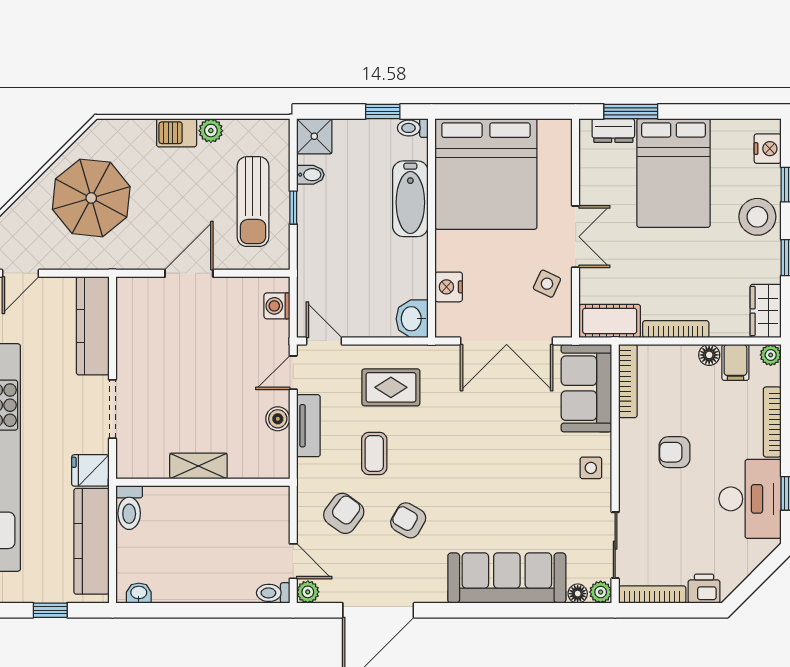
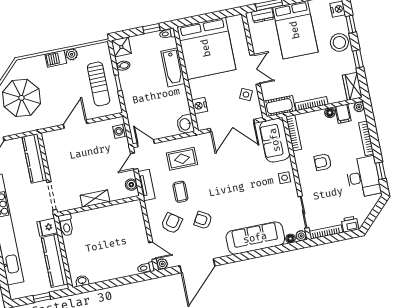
shelving: (198, 466) -> (95, 199), moved
wall: (203, 482) -> (99, 206), moved
toilet: (129, 508) -> (66, 225), moved

